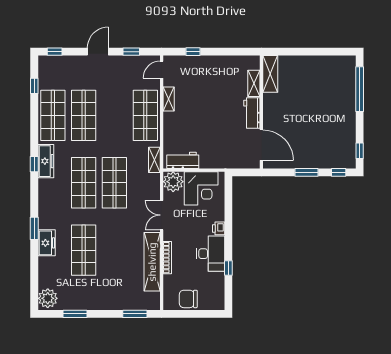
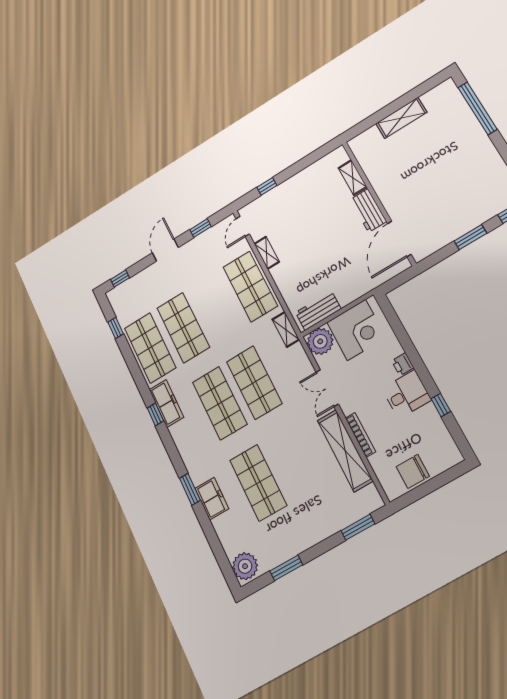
shelving: (270, 74) -> (401, 118), moved, turned 90
door: (261, 145) -> (399, 239), swing flipped
desk: (211, 254) -> (407, 394), width x0.73

